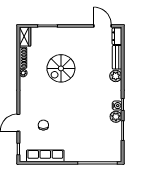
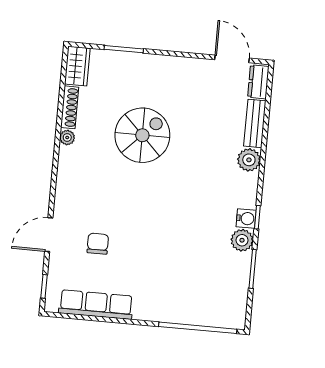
spiral stairs: (61, 68) -> (142, 135), turned 180

